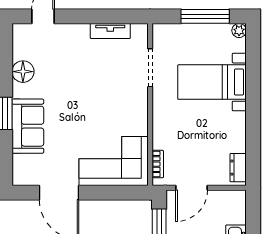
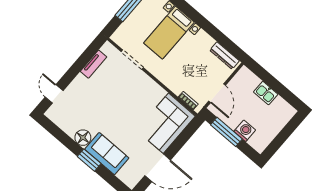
floor lamp: (23, 72) -> (83, 138), moved
dresser: (238, 168) -> (224, 56), width x1.44

